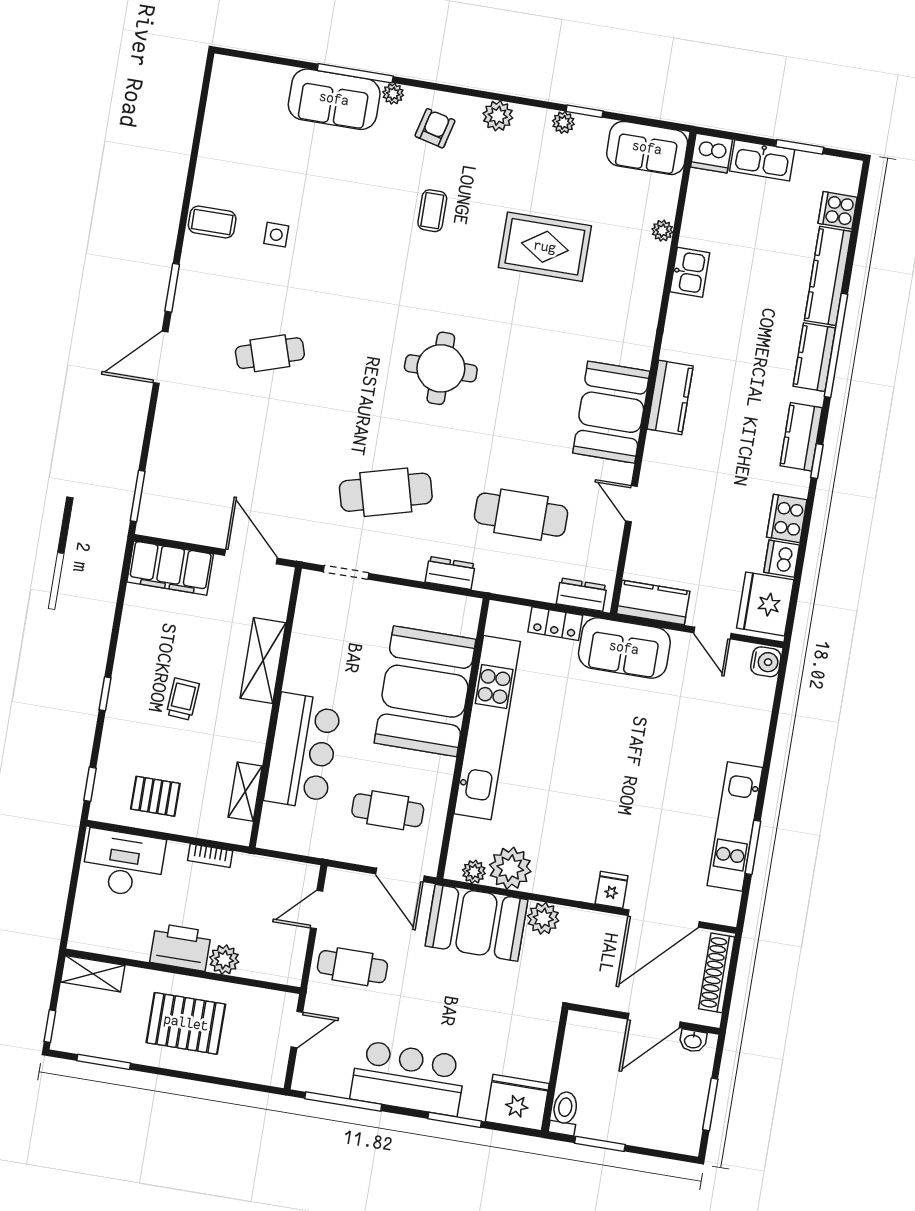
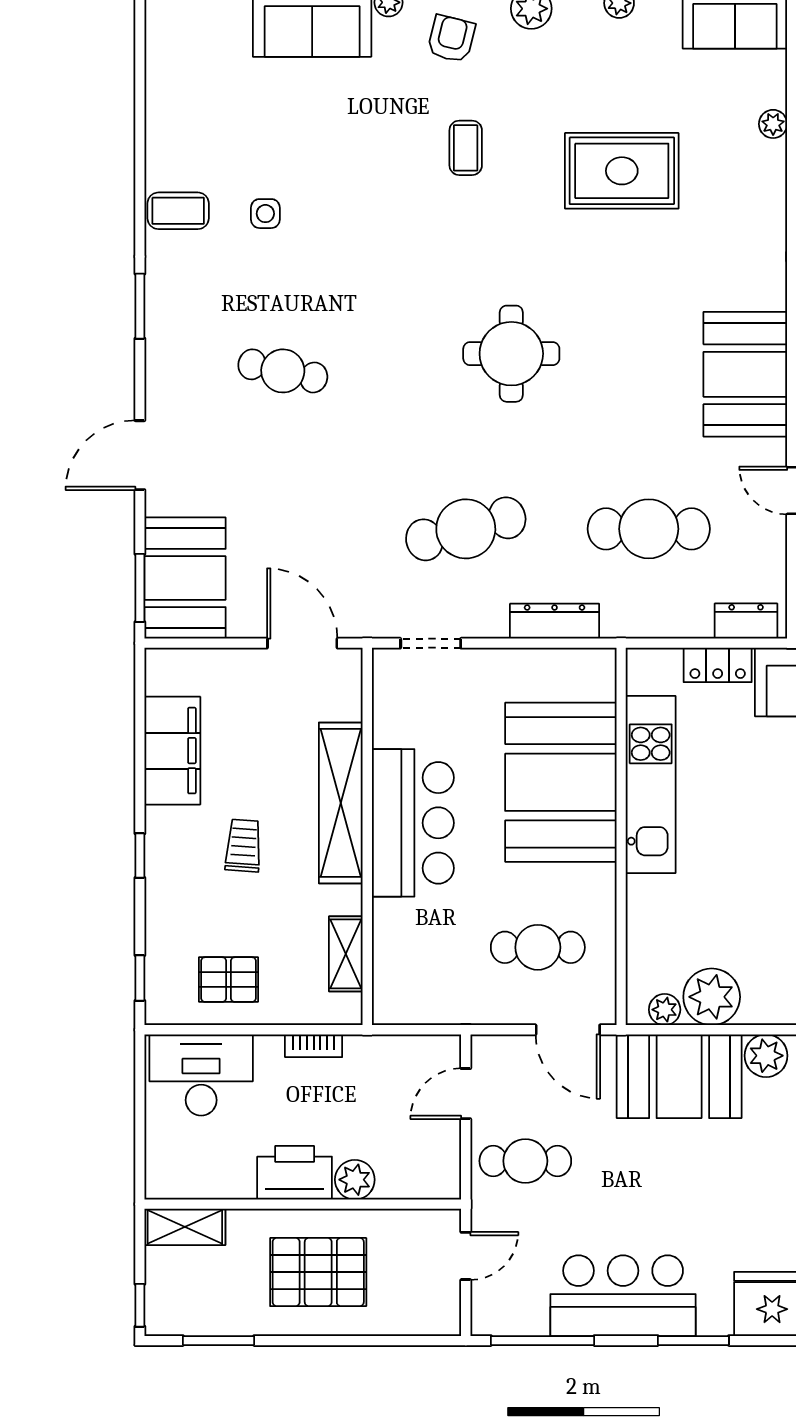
cafe table: (270, 353) -> (283, 371), turned 30
door: (161, 357) -> (140, 455), moved
booth: (172, 494) -> (185, 578), added
filing cabinet: (170, 568) -> (172, 751), moved, turned -90
dresser: (450, 573) -> (555, 621), width x1.44
shelving: (263, 661) -> (341, 803), width x1.47
kitchen unit: (487, 728) -> (651, 785), width x0.73
bar counter: (303, 751) -> (413, 823), moved

